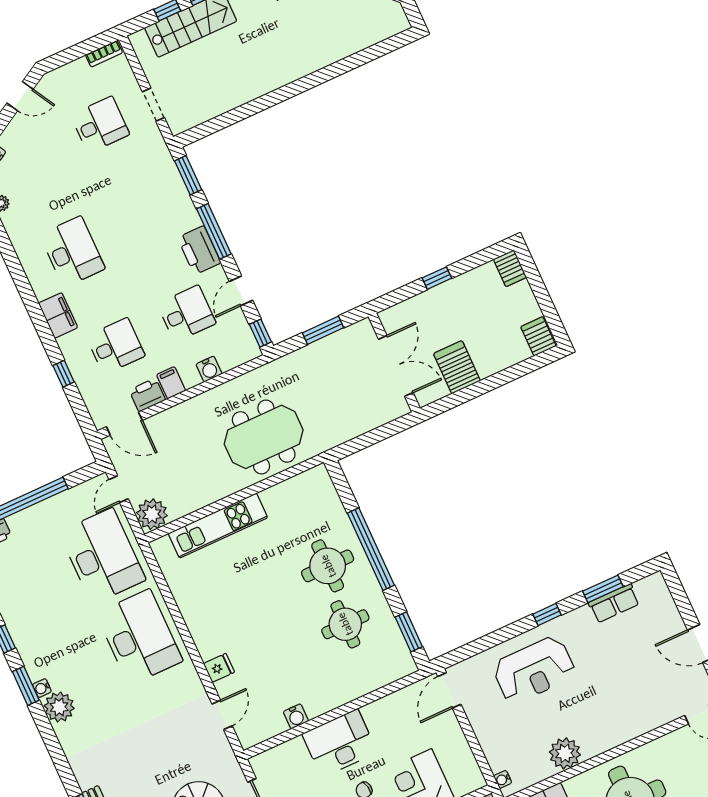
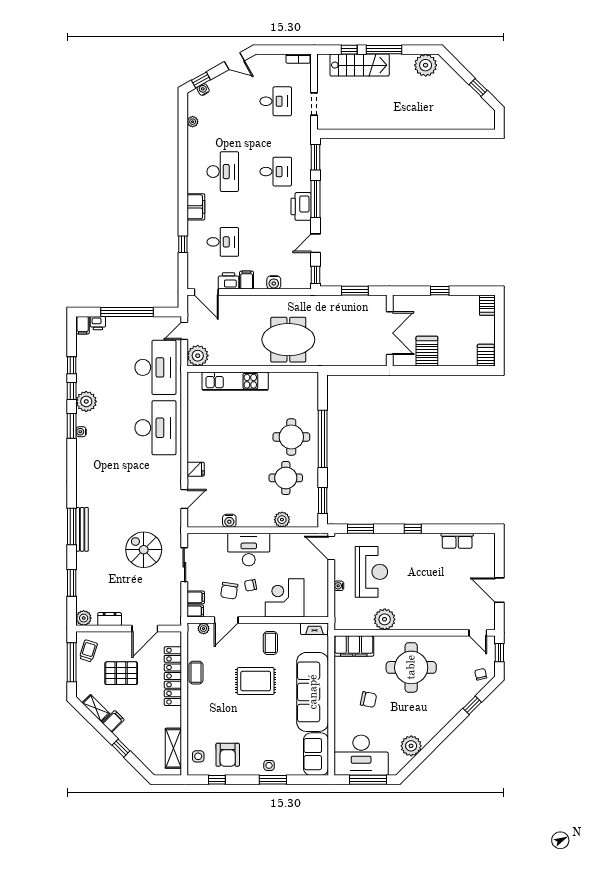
desk: (187, 313) -> (276, 172), moved
window: (603, 589) -> (361, 529), moved
reception desk: (534, 670) -> (371, 572), moved, turned -90
plant: (366, 683) -> (282, 520), added
door: (449, 690) -> (331, 548), hinge flipped
plant: (59, 707) -> (86, 401), moved
water cooler: (503, 779) -> (339, 586), moved

